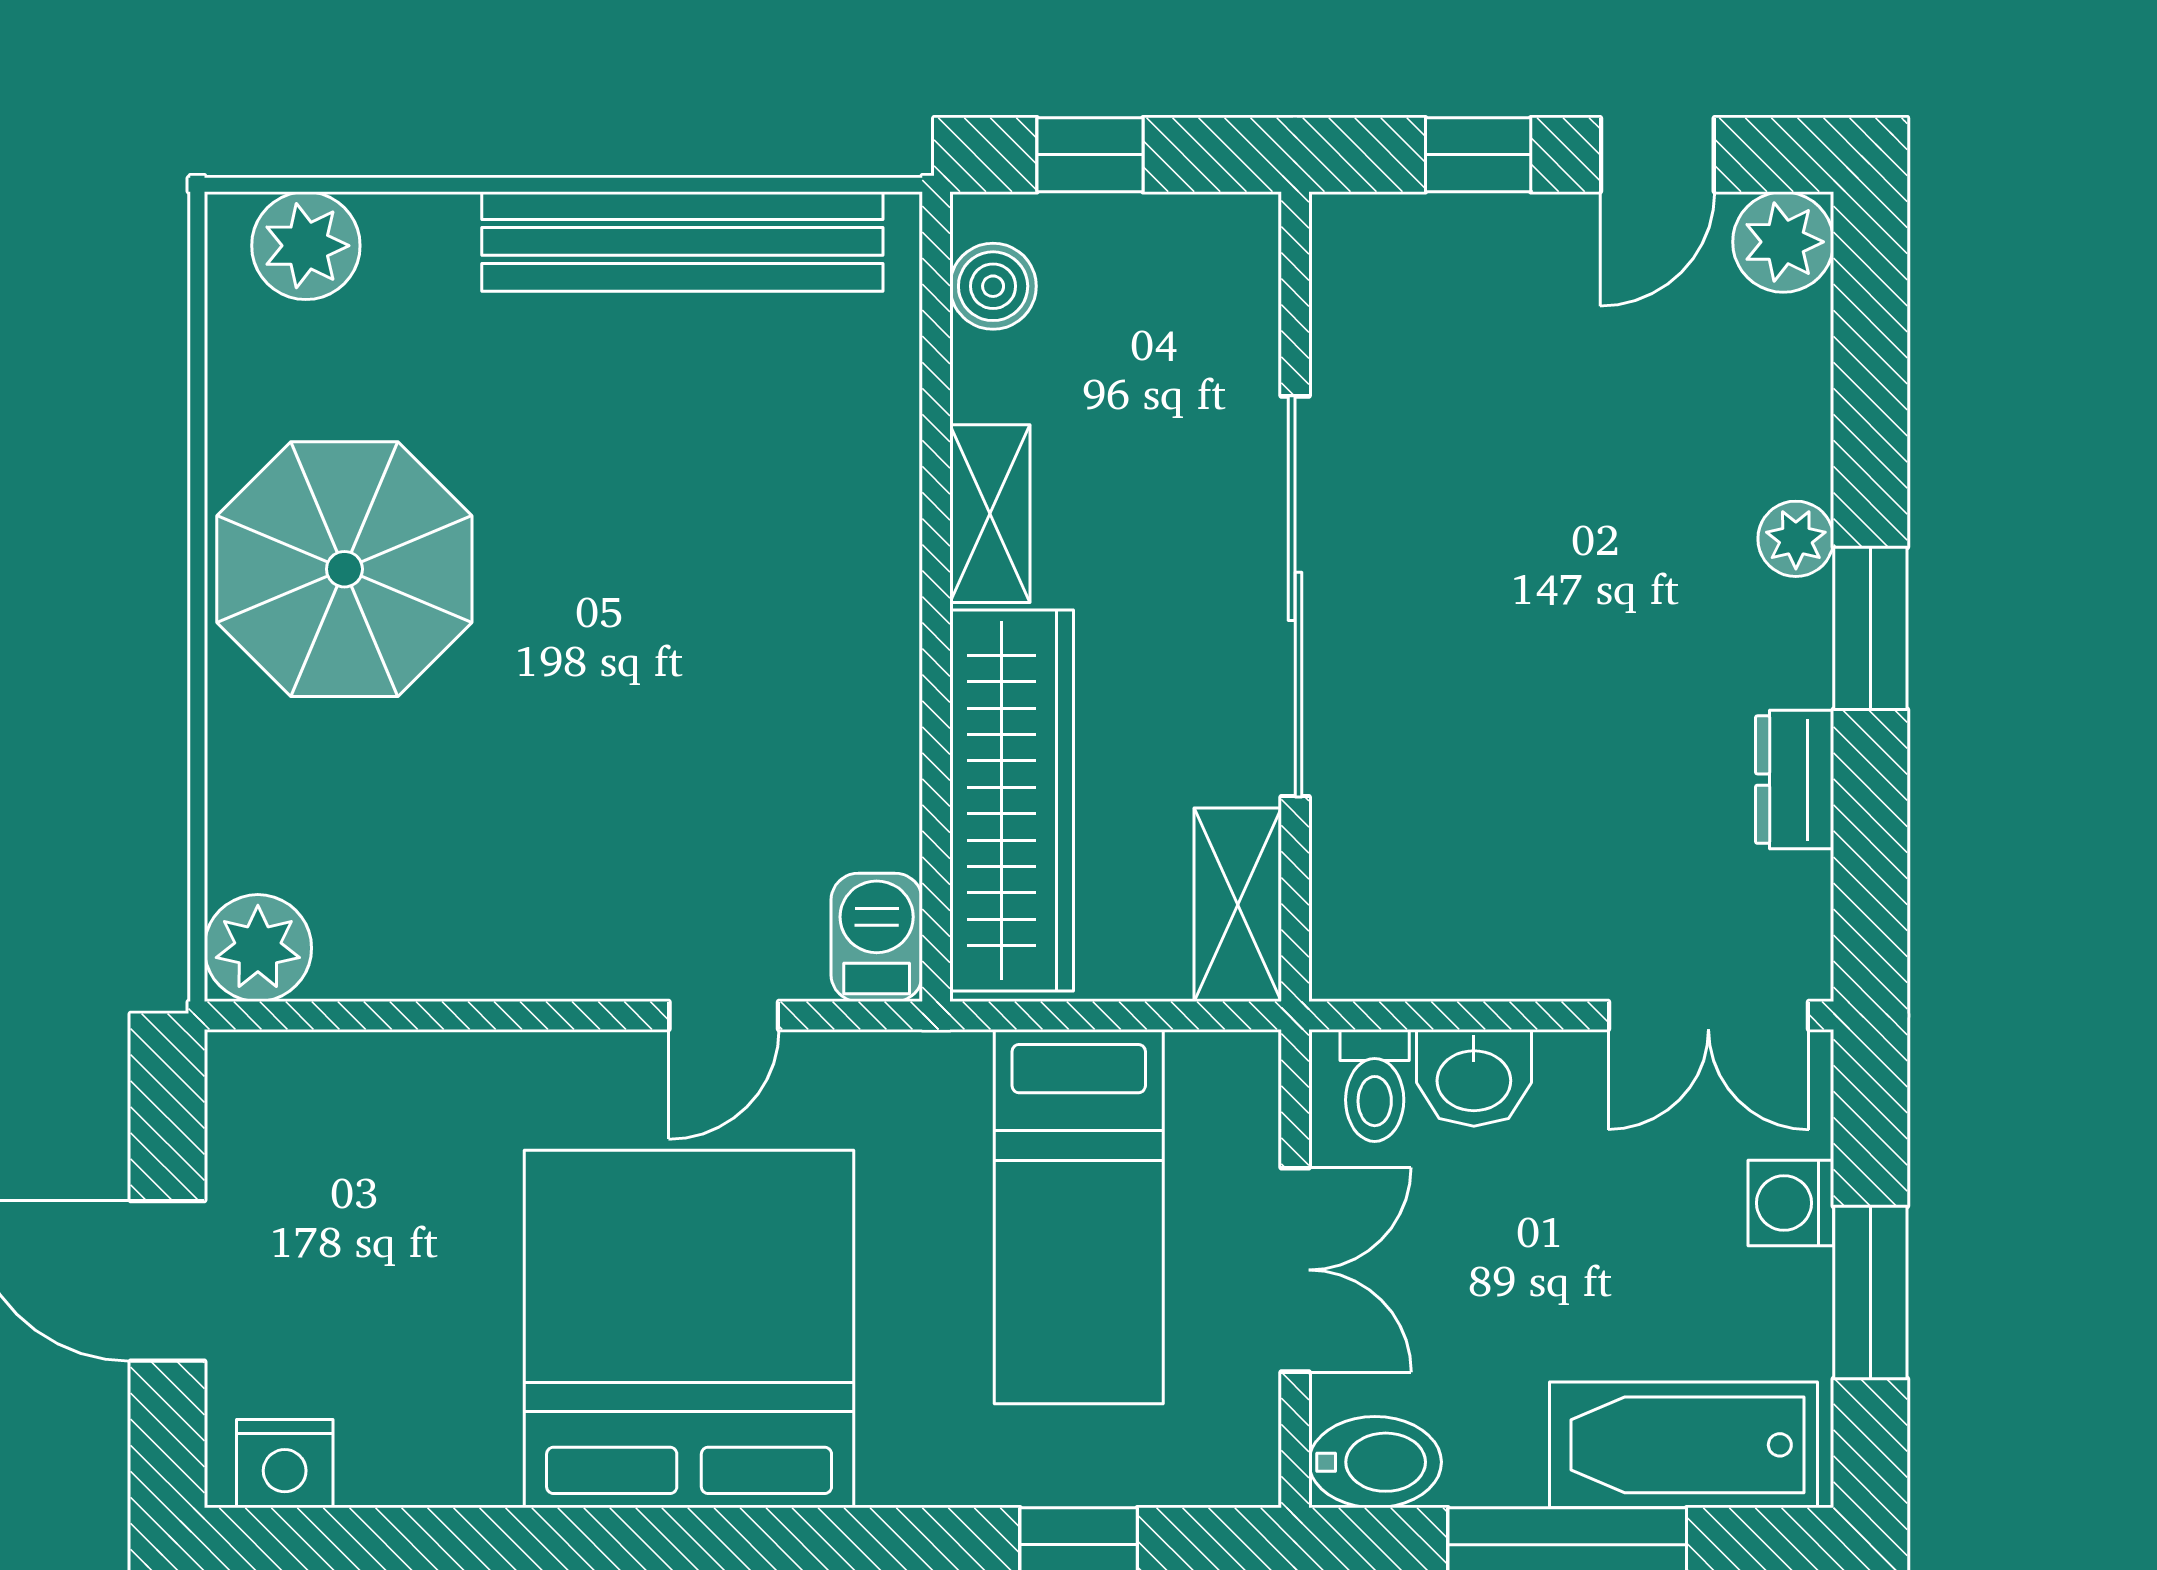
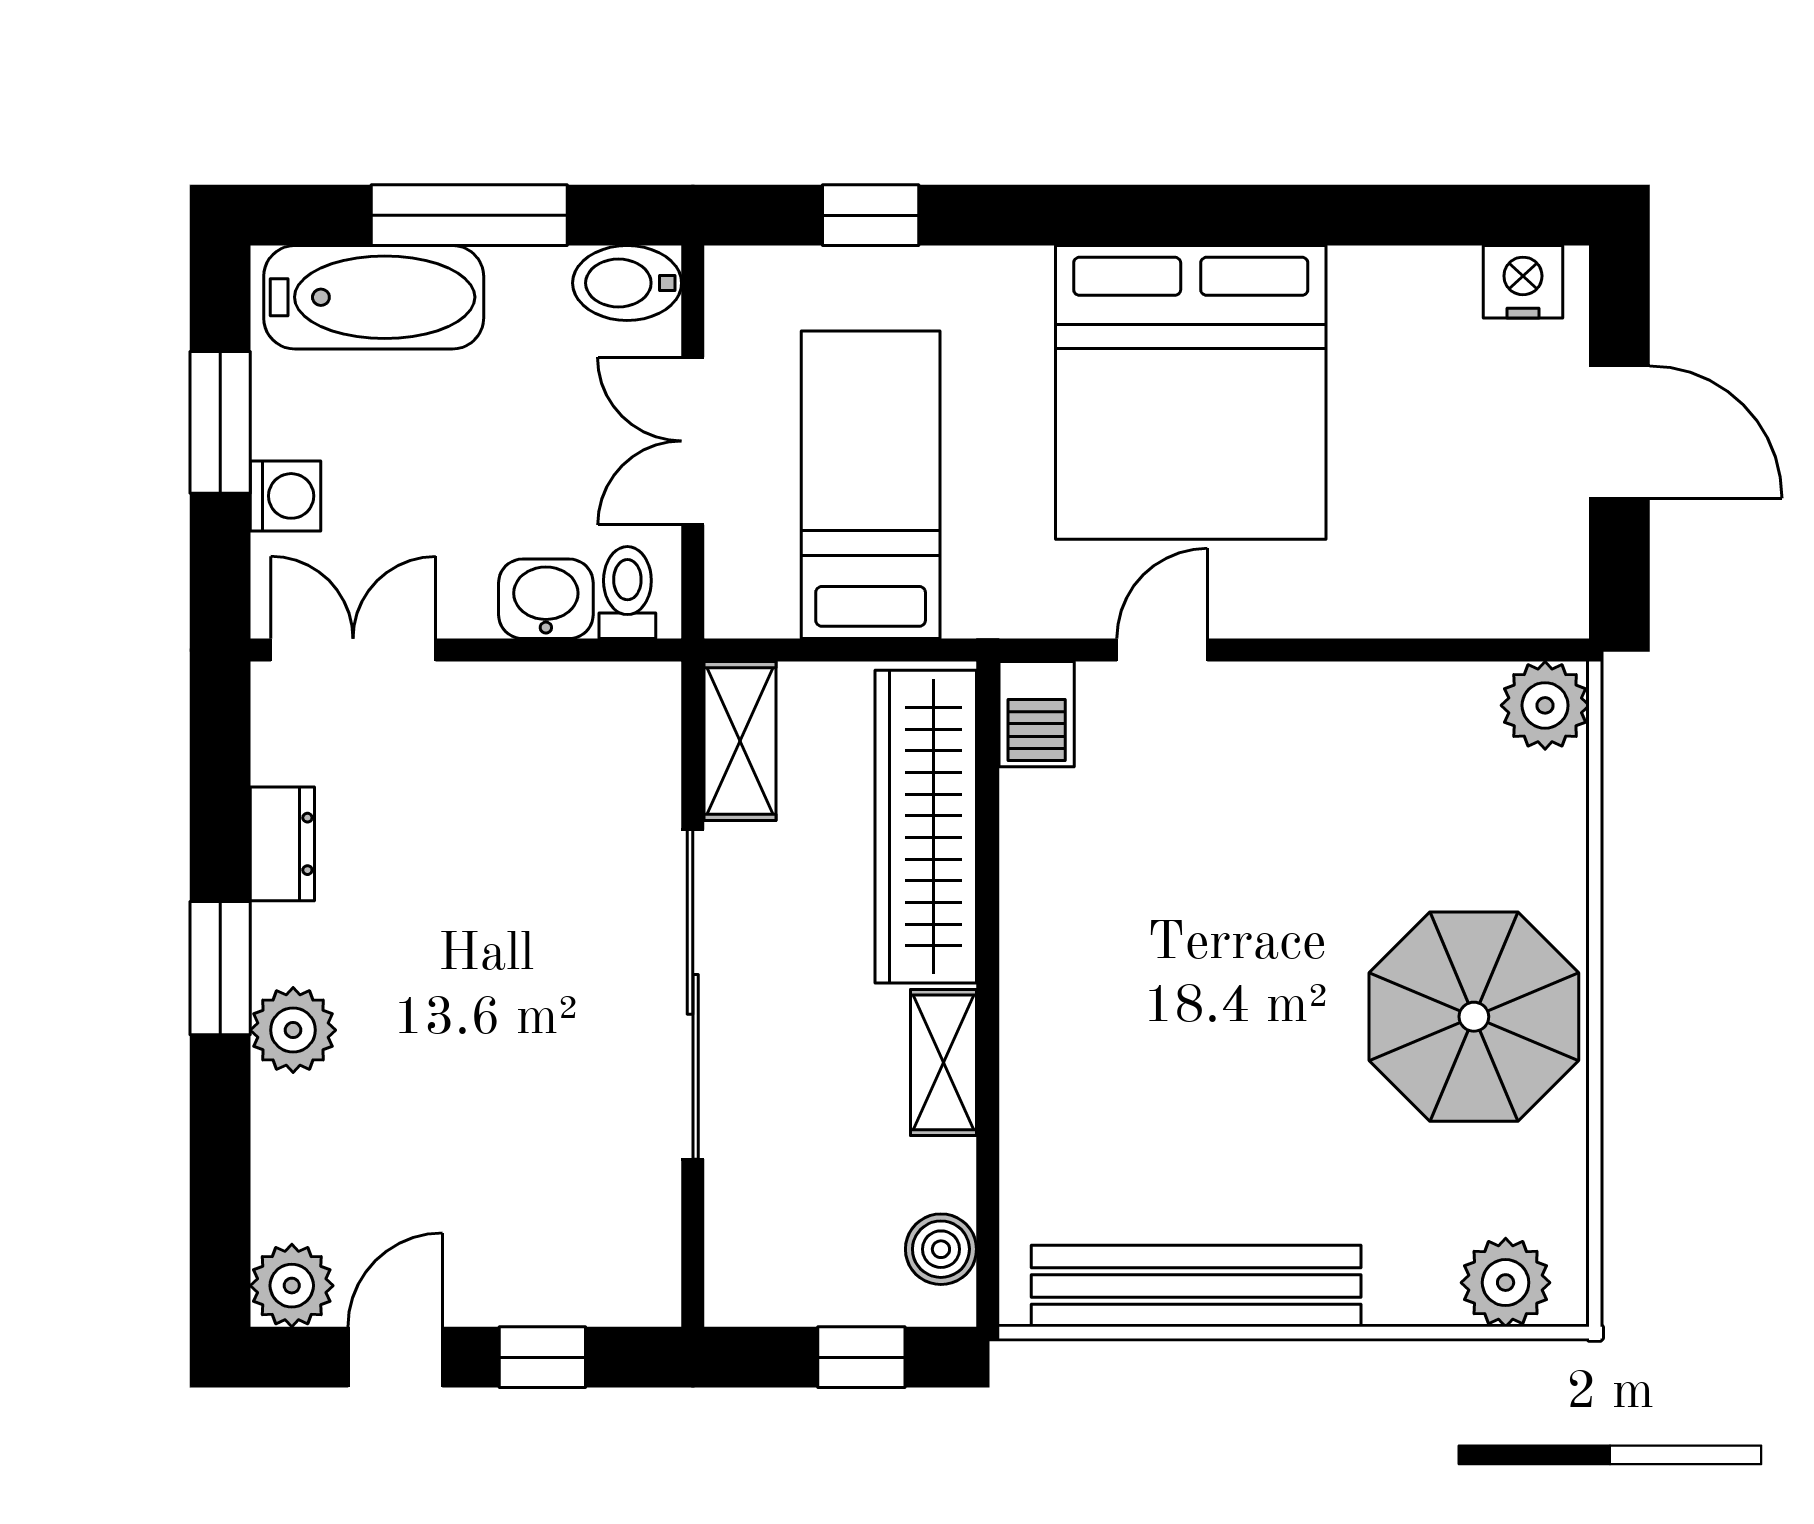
plant: (1796, 539) -> (293, 1030), width x1.38, depth x1.38

